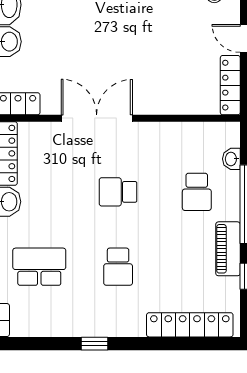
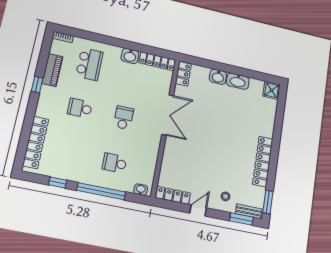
washbasin: (231, 159) -> (141, 190), moved
piano: (228, 249) -> (52, 70), moved, turned 90

